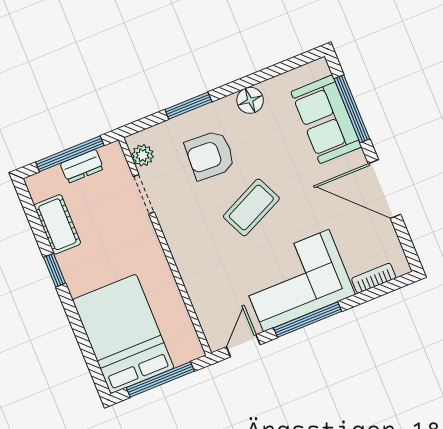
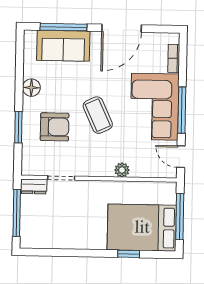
plant: (143, 155) -> (122, 170), moved
armchair: (210, 155) -> (55, 127), turned -93
dresser: (82, 166) -> (34, 187), moved, turned 90
cot: (57, 224) -> (57, 239), removed
window: (55, 270) -> (129, 254), moved

